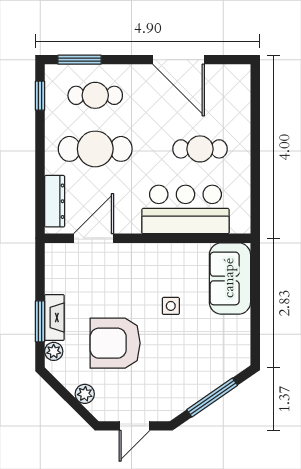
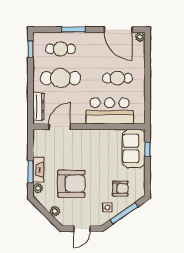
window: (79, 60) -> (74, 30), moved
door: (178, 60) -> (118, 30), moved
plant: (242, 73) -> (140, 37), added
window: (255, 280) -> (147, 149), added
side table: (171, 306) -> (107, 208), moved
armchair: (115, 343) -> (71, 184), turned 180
armchair: (205, 352) -> (120, 189), added

